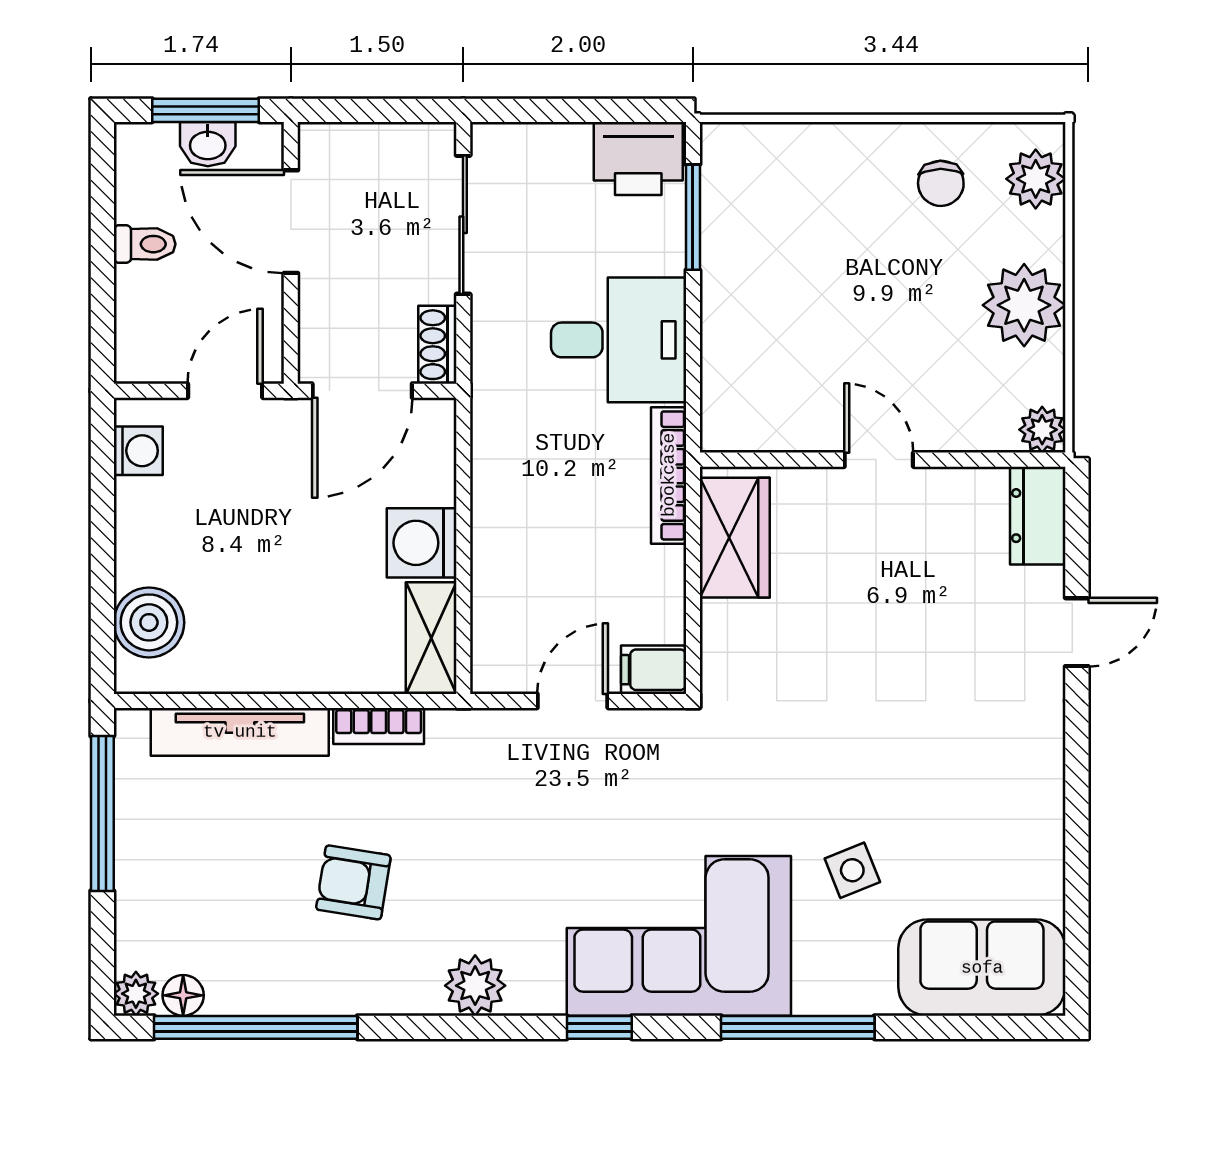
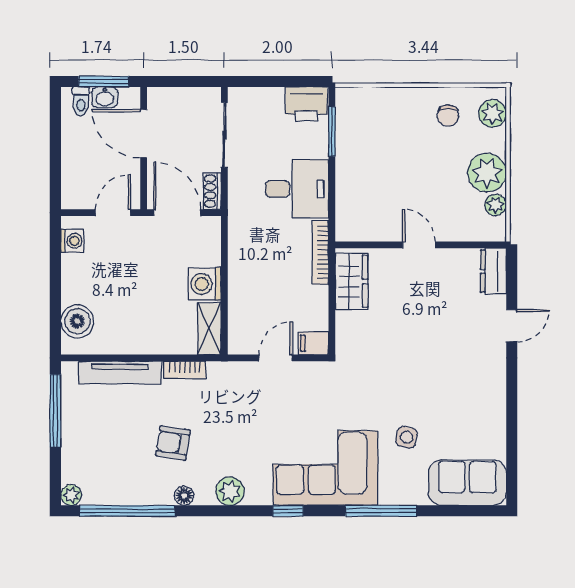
toilet: (145, 244) -> (81, 101), moved, turned 90
door: (362, 391) -> (177, 213), swing flipped
plant: (1042, 430) -> (495, 205), moved
side table: (852, 870) -> (407, 437), turned 35
floor lamp: (183, 995) -> (184, 496), moved

